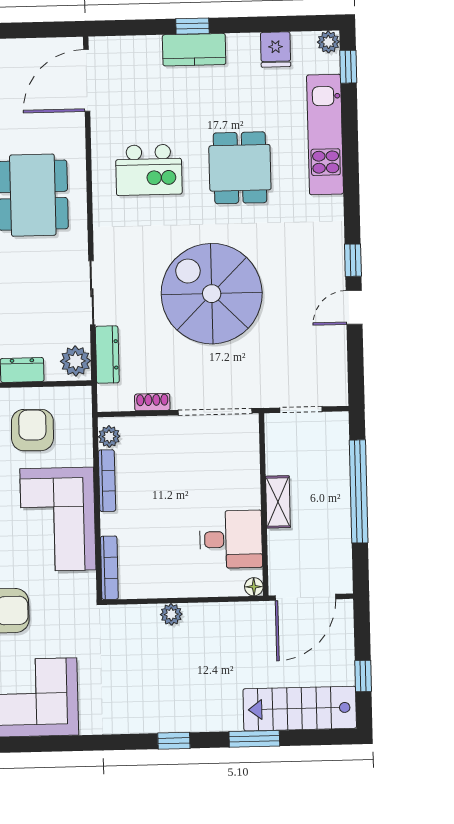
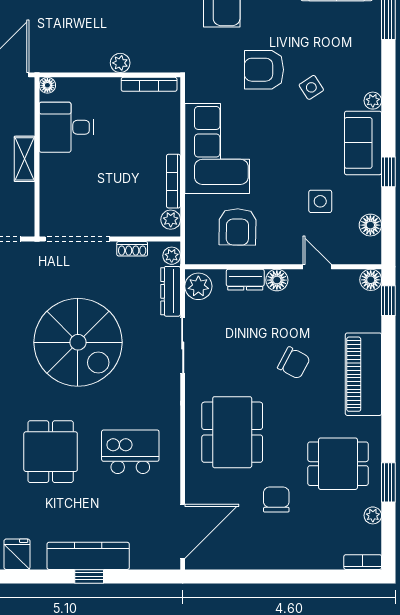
kitchen counter: (194, 50) -> (88, 556), width x1.50
plant: (107, 395) -> (172, 256), added
bookcase: (109, 568) -> (149, 84), moved, turned -90

